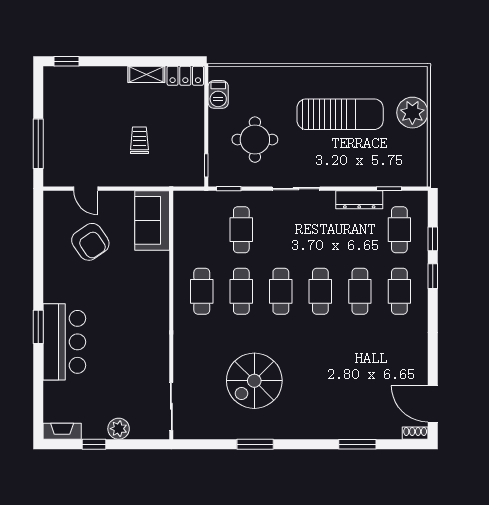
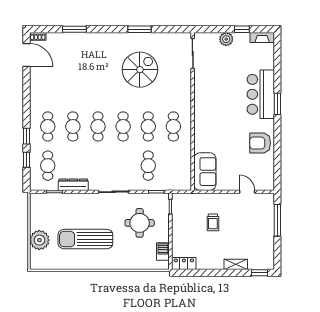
shelving: (146, 74) -> (236, 264), moved
armchair: (90, 242) -> (260, 143), moved, turned -56

